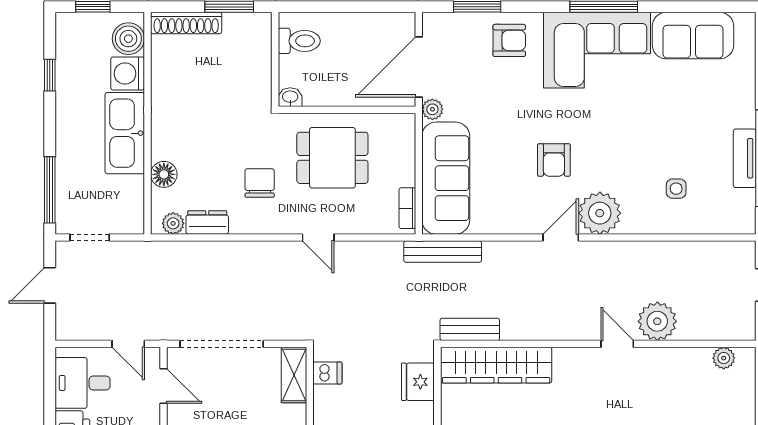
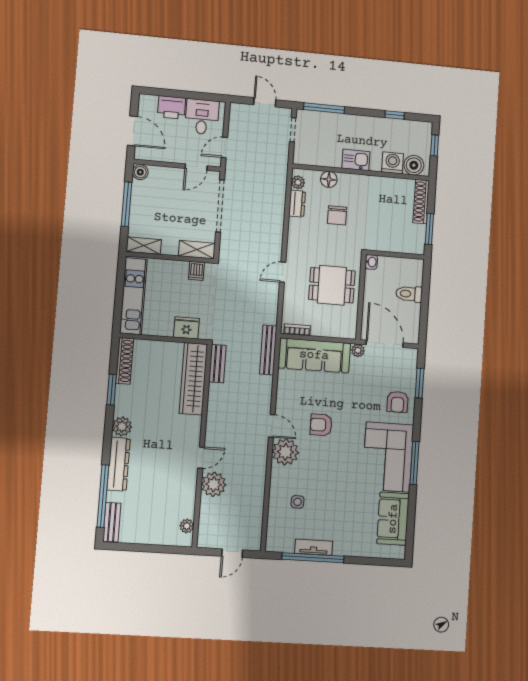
toilet: (299, 41) -> (409, 294), moved, turned 90
kitchen sink: (125, 133) -> (356, 160), width x0.53, depth x0.81
dining table: (332, 158) -> (332, 285), turned 90
chair: (260, 183) -> (337, 215), moved, turned 90

